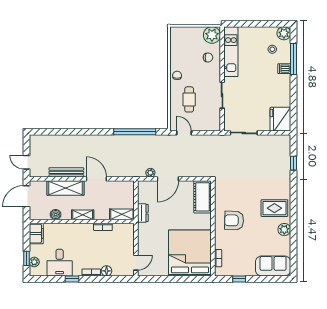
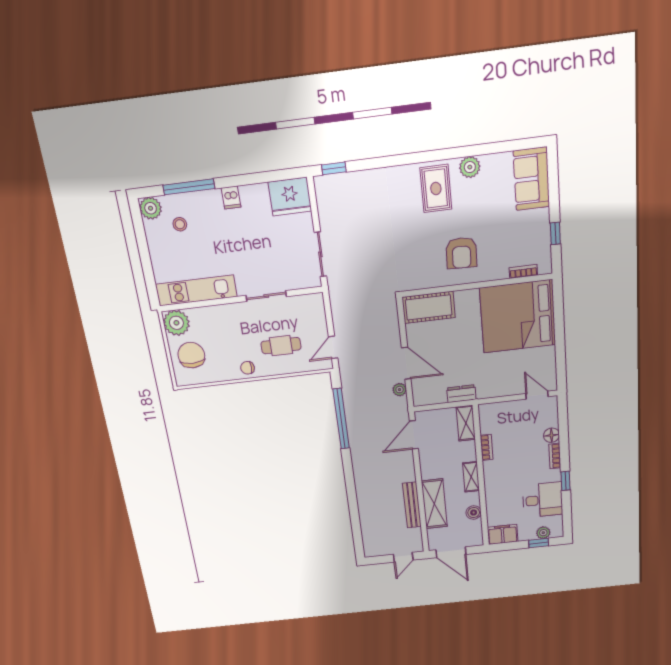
chair: (208, 57) -> (191, 355), moved, width x1.87, depth x1.87
dishwasher: (284, 69) -> (231, 198), moved
window: (293, 163) -> (334, 168), moved
door: (96, 179) -> (414, 435), moved

